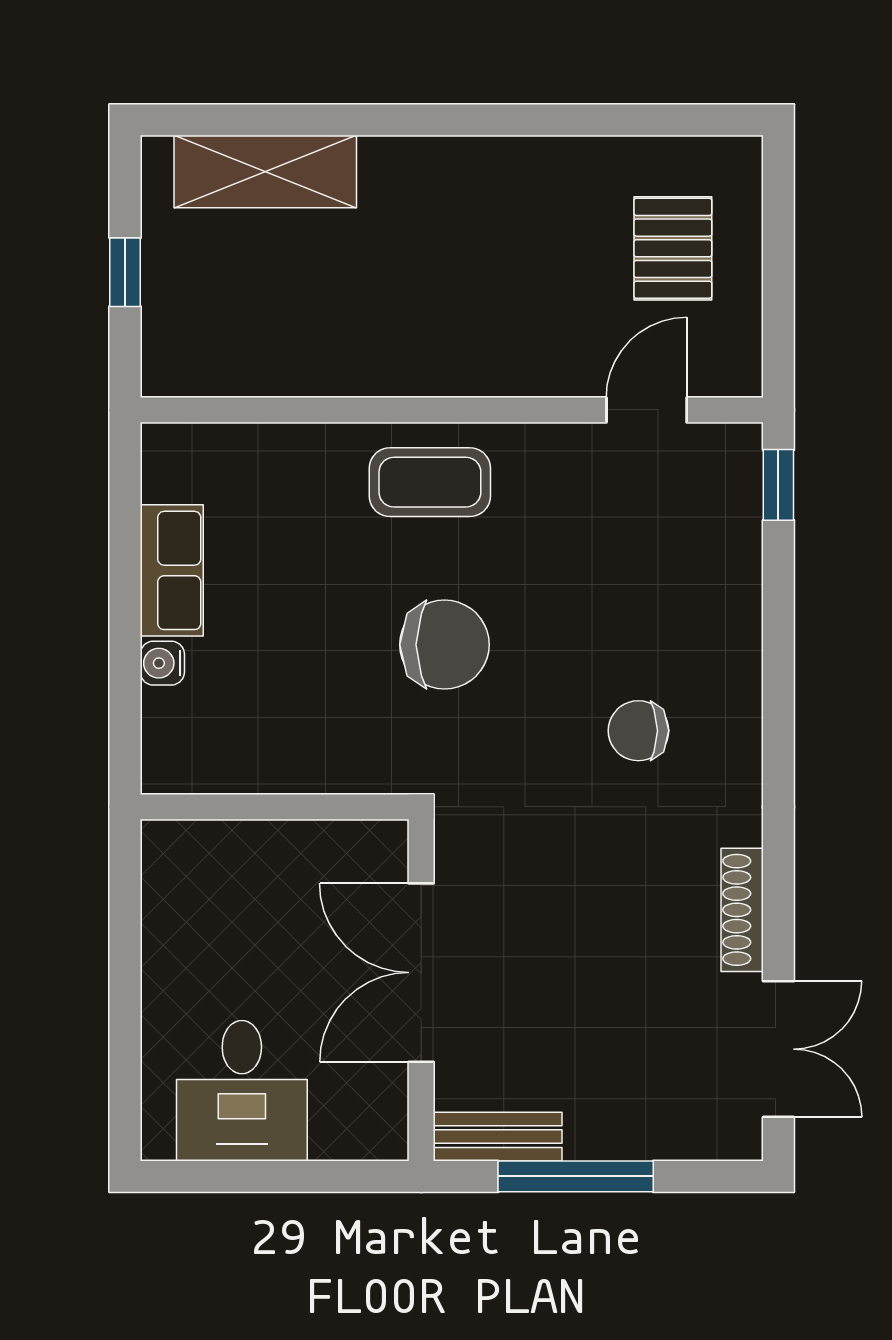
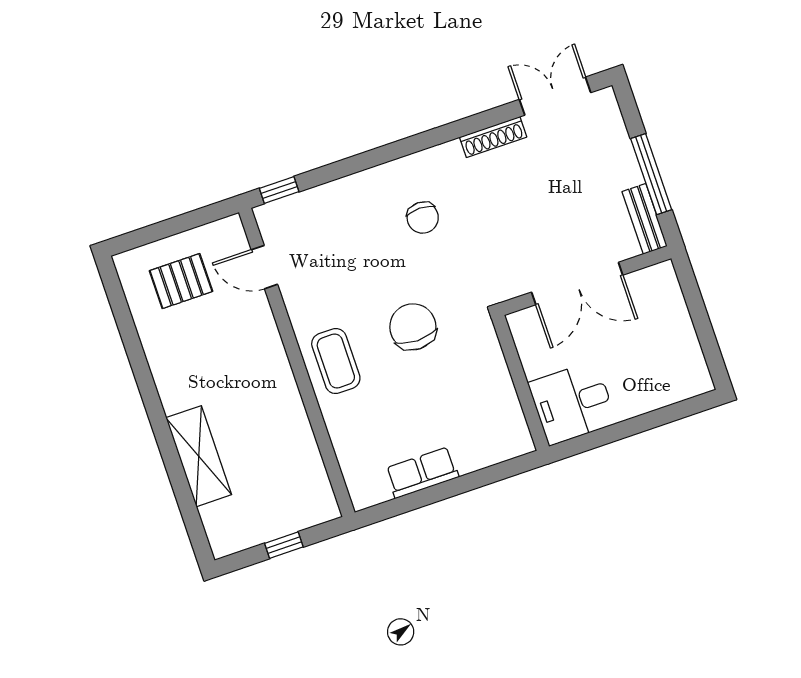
shelving: (265, 172) -> (199, 456), moved
water cooler: (162, 663) -> (469, 462), removed
desk: (242, 1091) -> (572, 403), moved, turned 180

